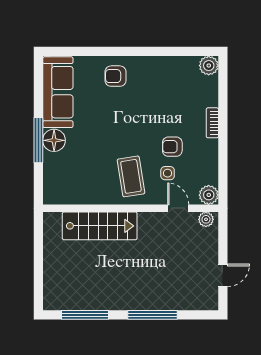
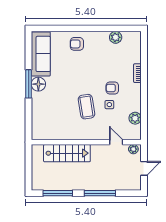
plant: (209, 66) -> (116, 37), moved
wall: (131, 208) -> (86, 142), moved
door: (178, 208) -> (116, 142), moved
plant: (206, 219) -> (133, 149), moved
stairs: (100, 226) -> (67, 153), moved

